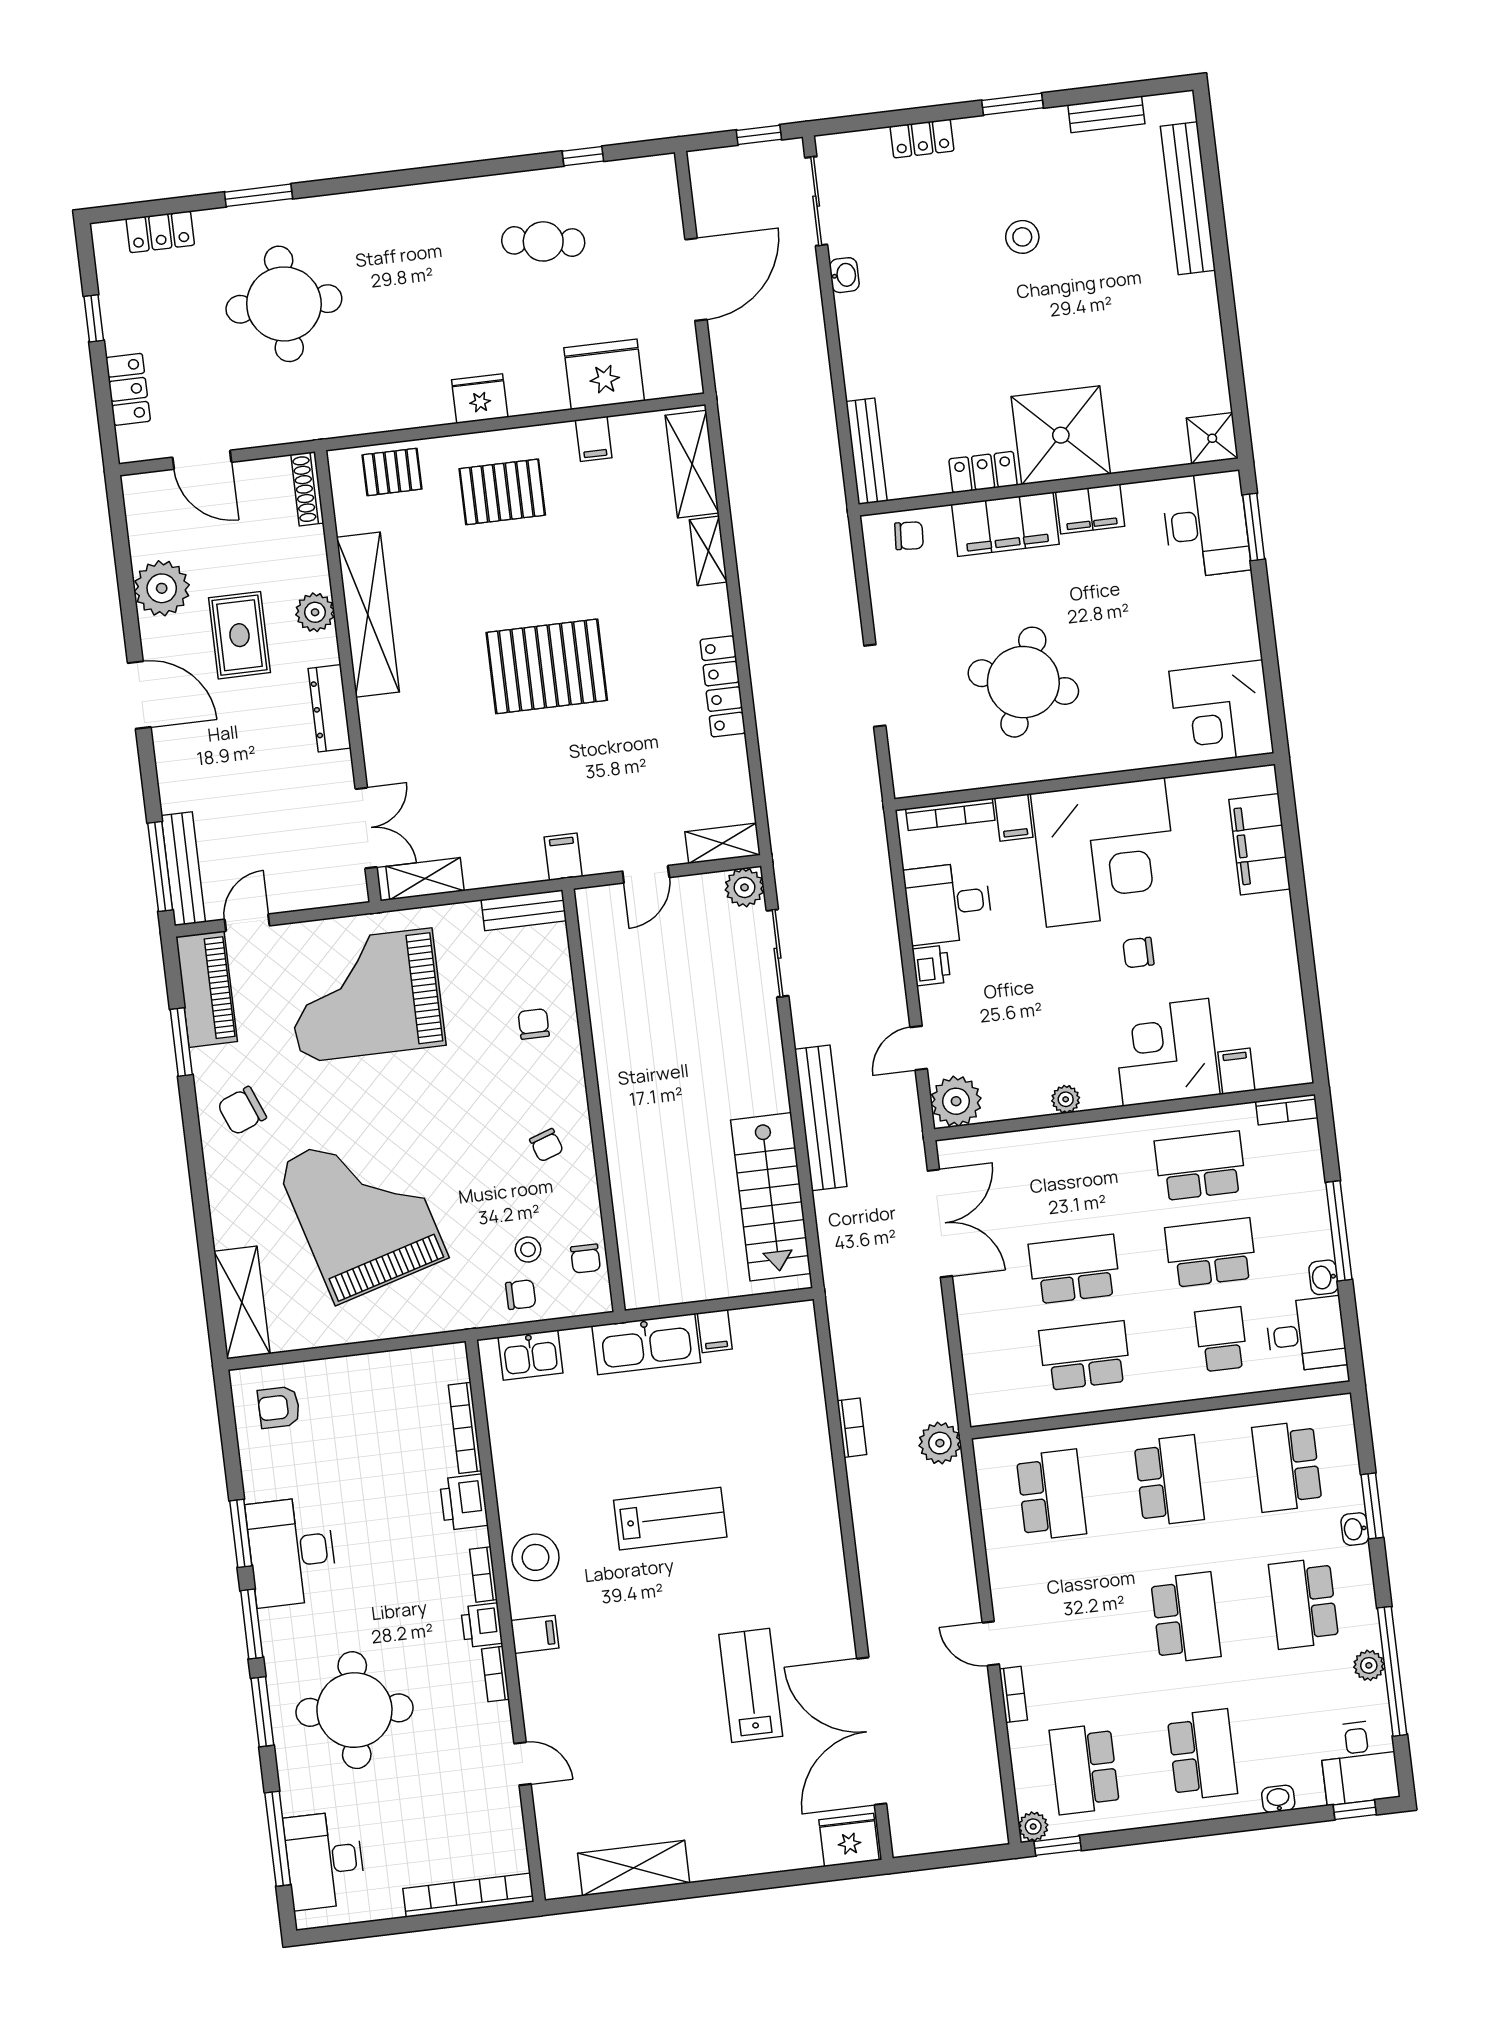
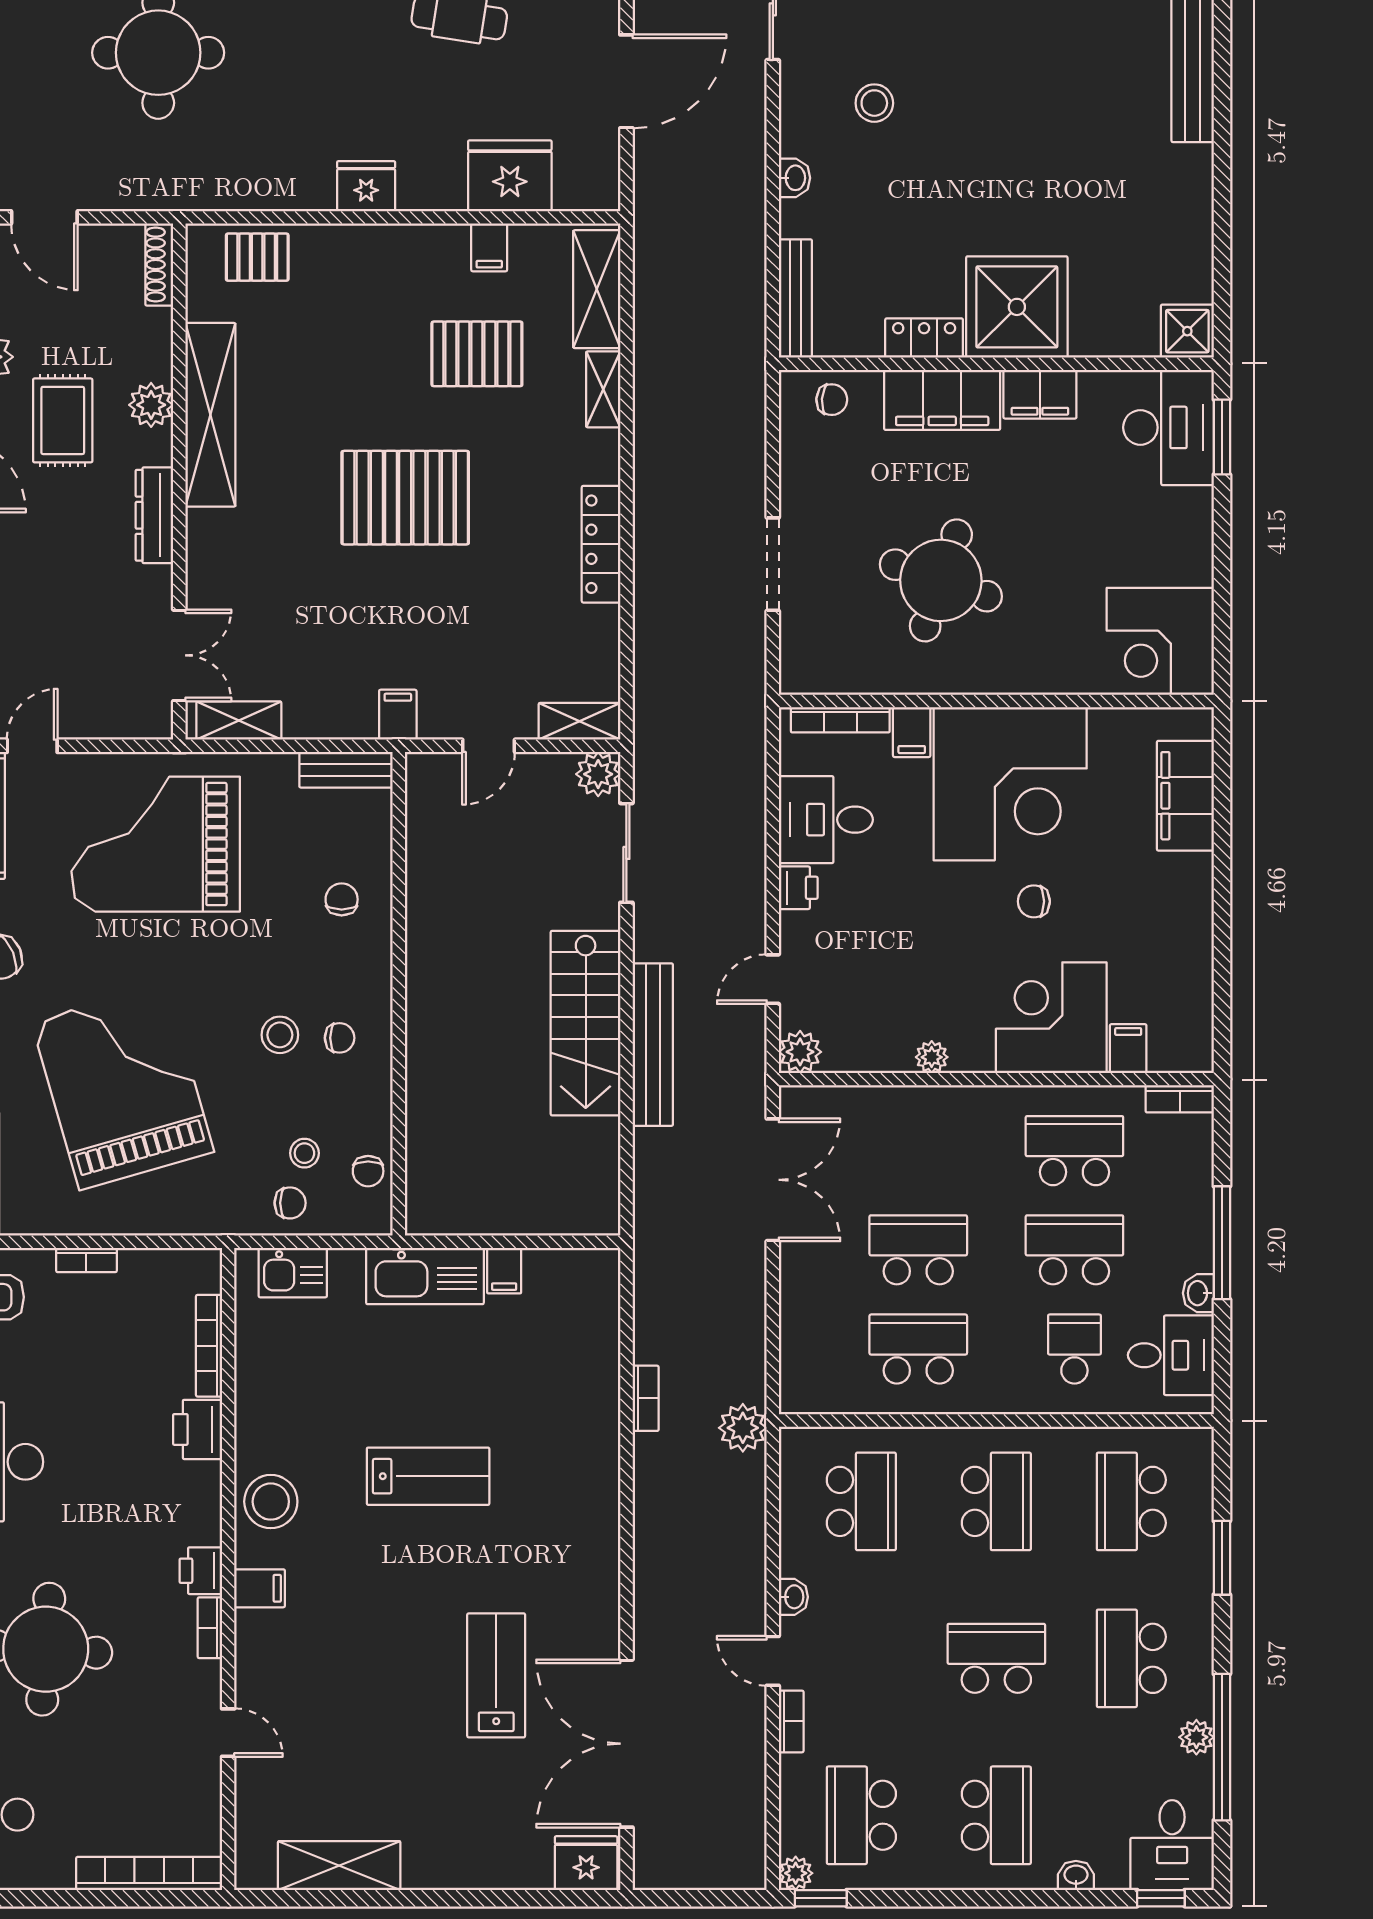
stool: (1022, 237) -> (874, 103), moved
washbasin: (844, 275) -> (794, 178), moved
pallet: (502, 492) -> (477, 354), moved
plant: (956, 1101) -> (800, 1052), width x0.73, depth x0.73
chair: (547, 1145) -> (340, 1038), turned -71
stool: (494, 1149) -> (280, 1035), added
stairs: (771, 1197) -> (586, 1023), moved
washbasin: (1355, 1529) -> (793, 1597), moved, turned 180
bookcase: (484, 1574) -> (86, 1260), moved, turned -90
school desk: (1186, 1618) -> (996, 1658), turned -90

